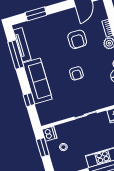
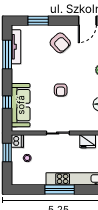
armchair: (77, 39) -> (60, 43), moved, turned -43
sofa: (37, 81) -> (21, 105), moved

